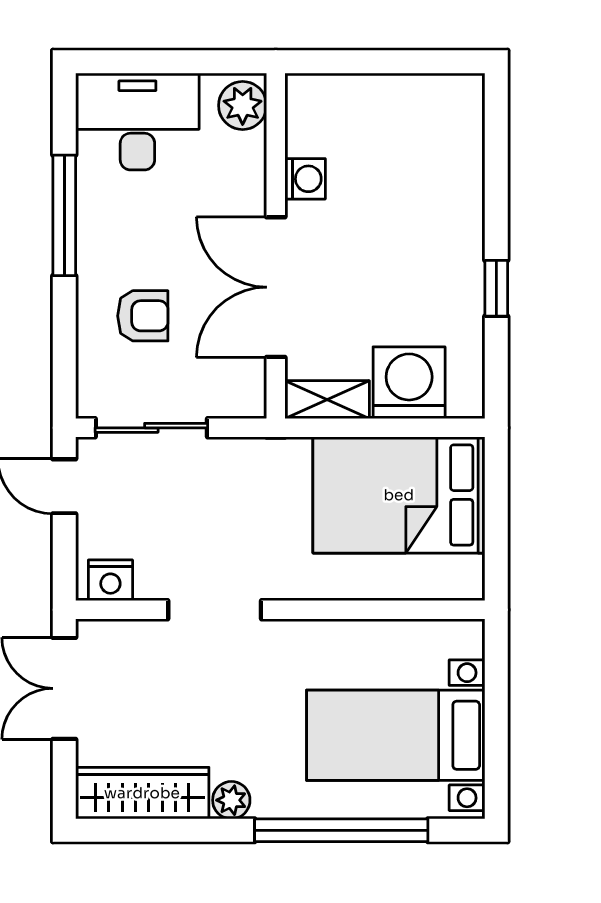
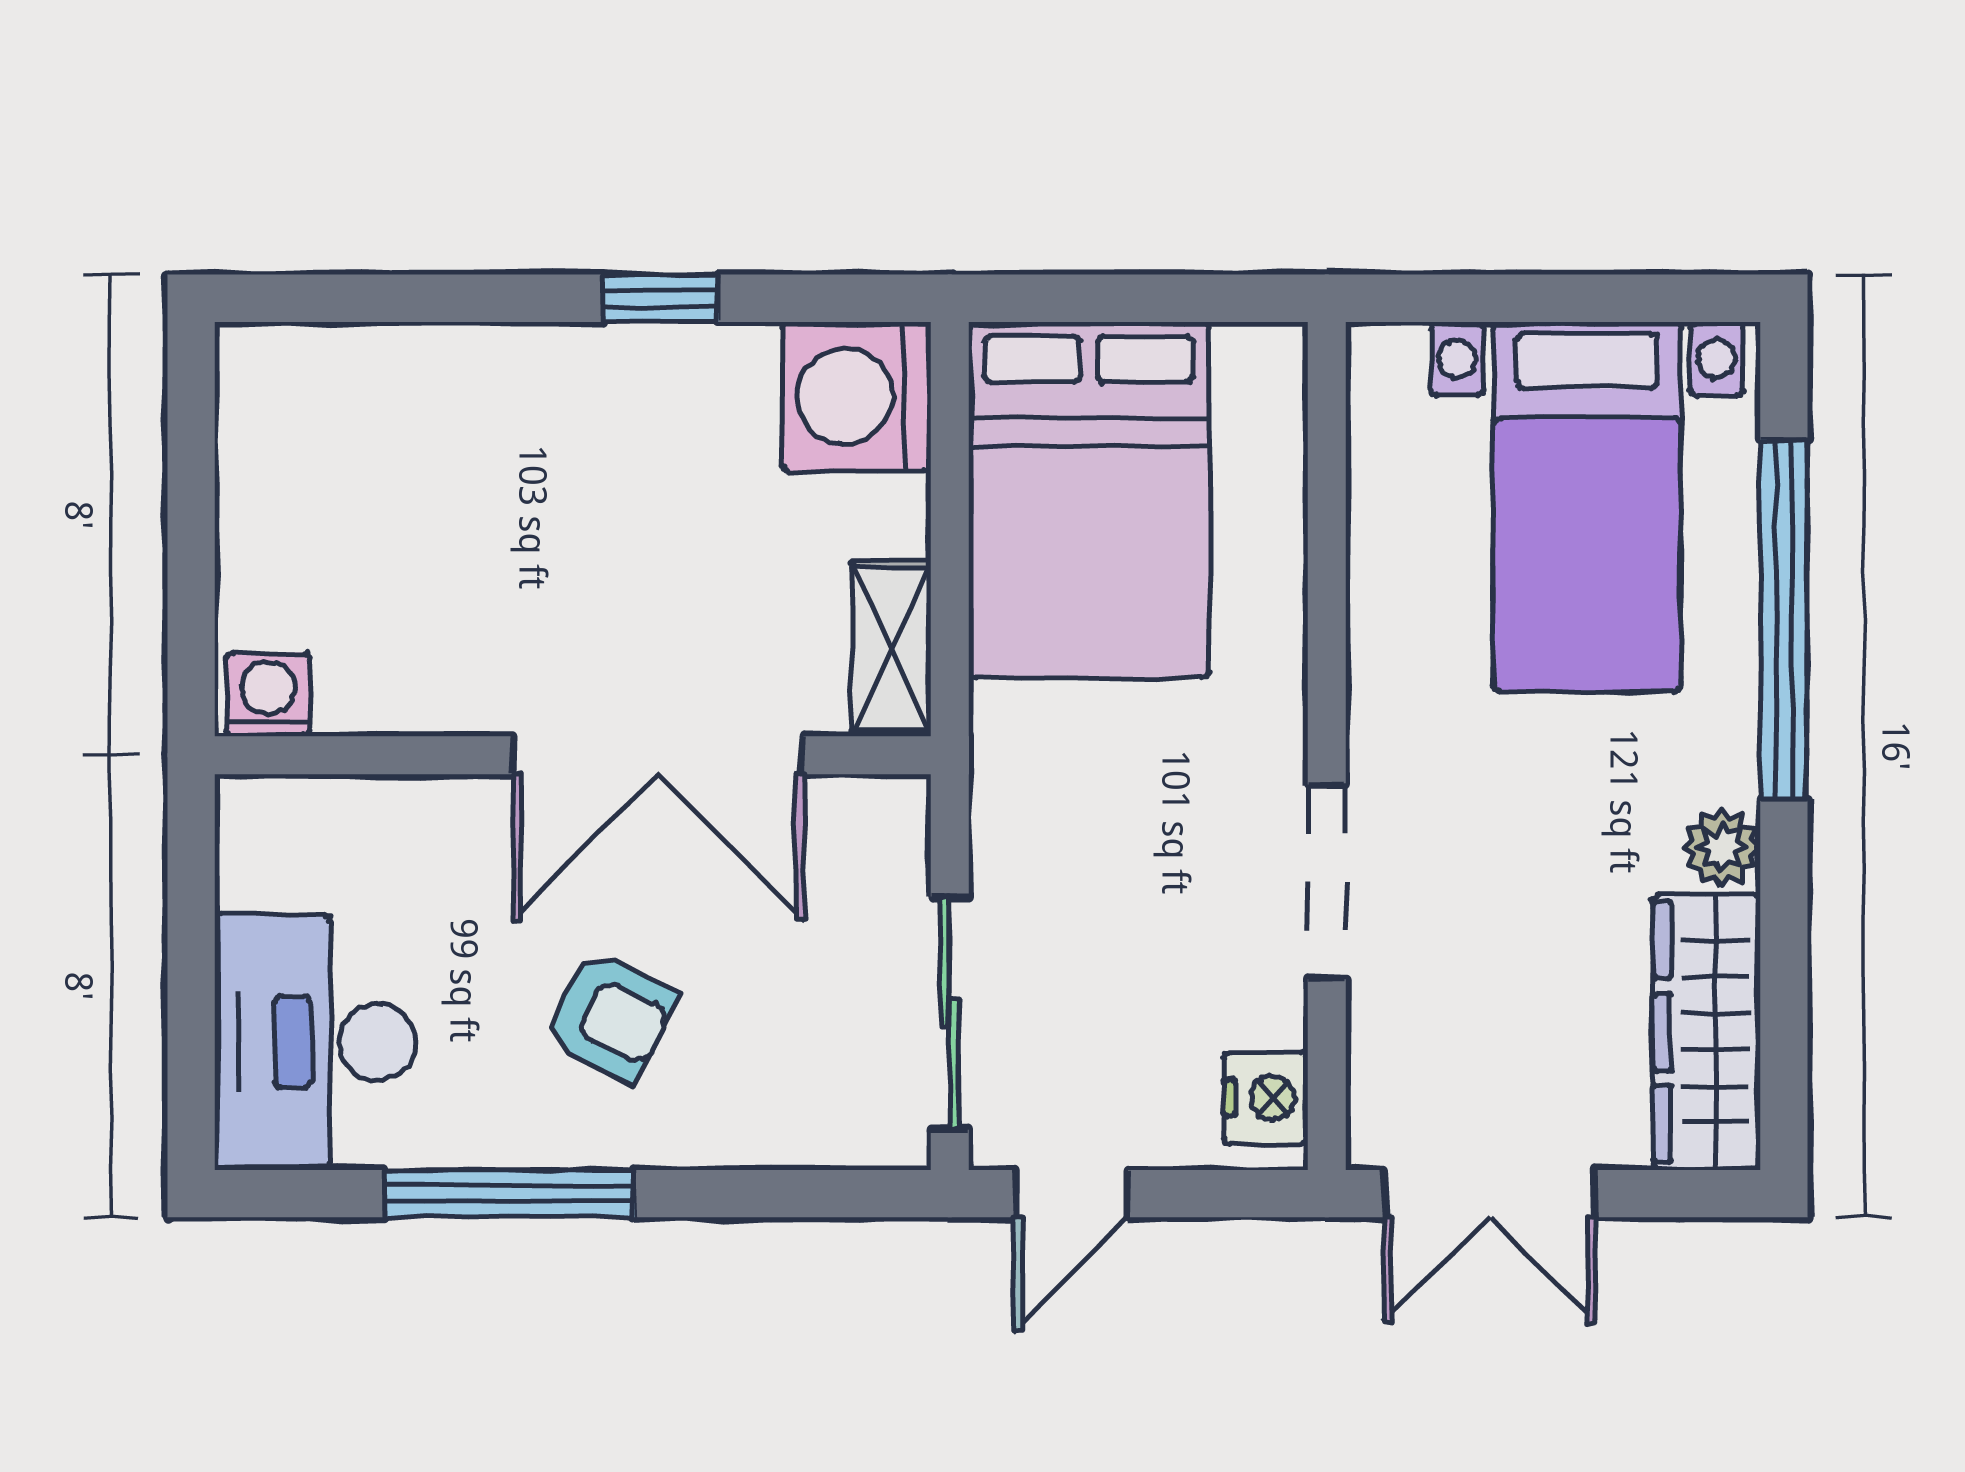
plant: (243, 105) -> (282, 824), removed
washing machine: (305, 179) -> (268, 695), moved
armchair: (143, 316) -> (610, 1016), moved, turned 116
washing machine: (409, 383) -> (856, 396), moved

